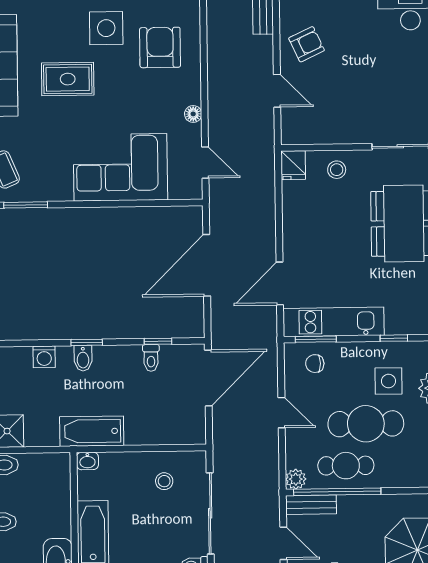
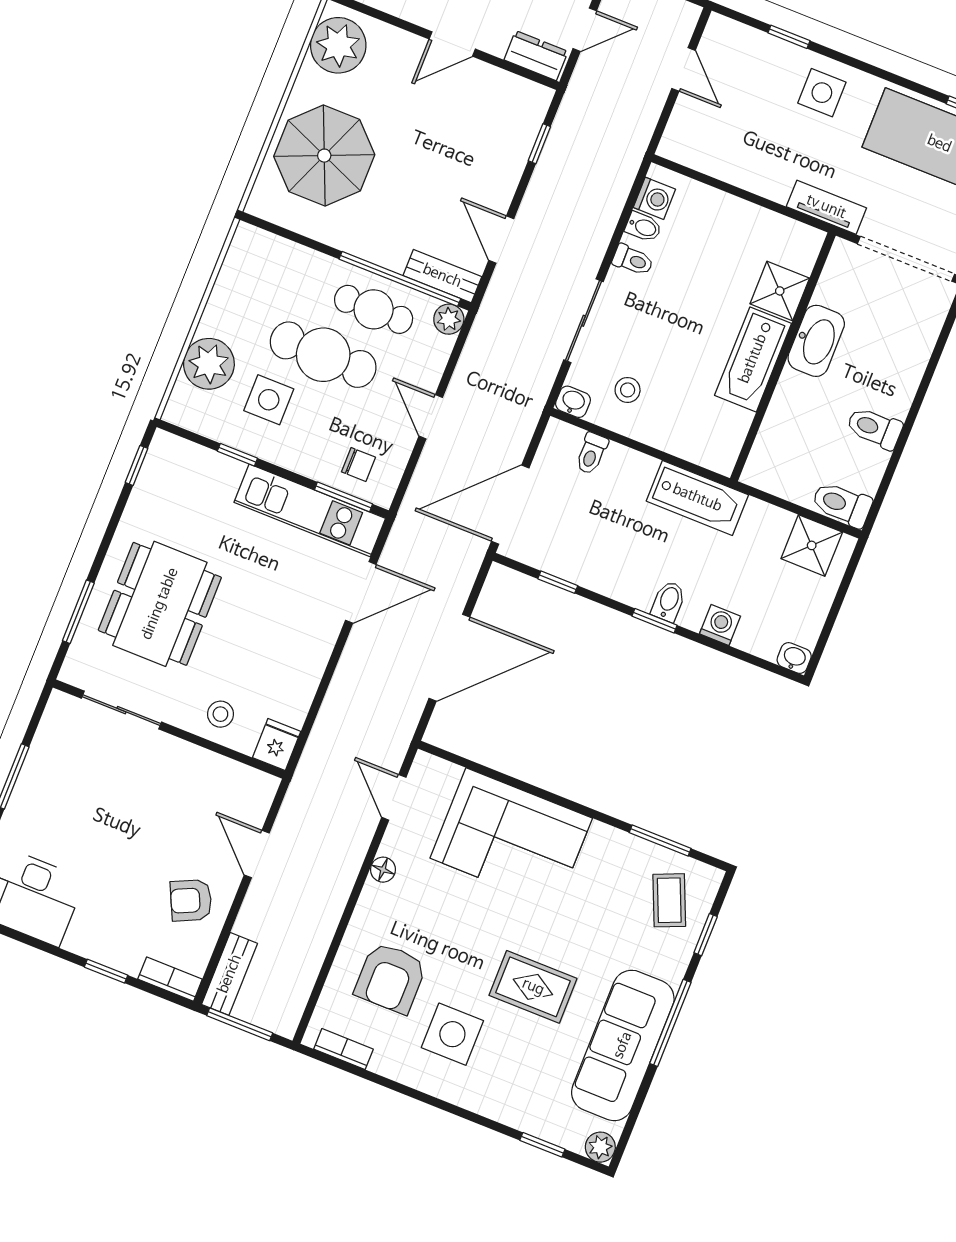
toilet: (151, 358) -> (592, 453), moved, turned 180
washbasin: (87, 461) -> (573, 402), moved
sliding door: (210, 513) -> (583, 321), width x0.73

